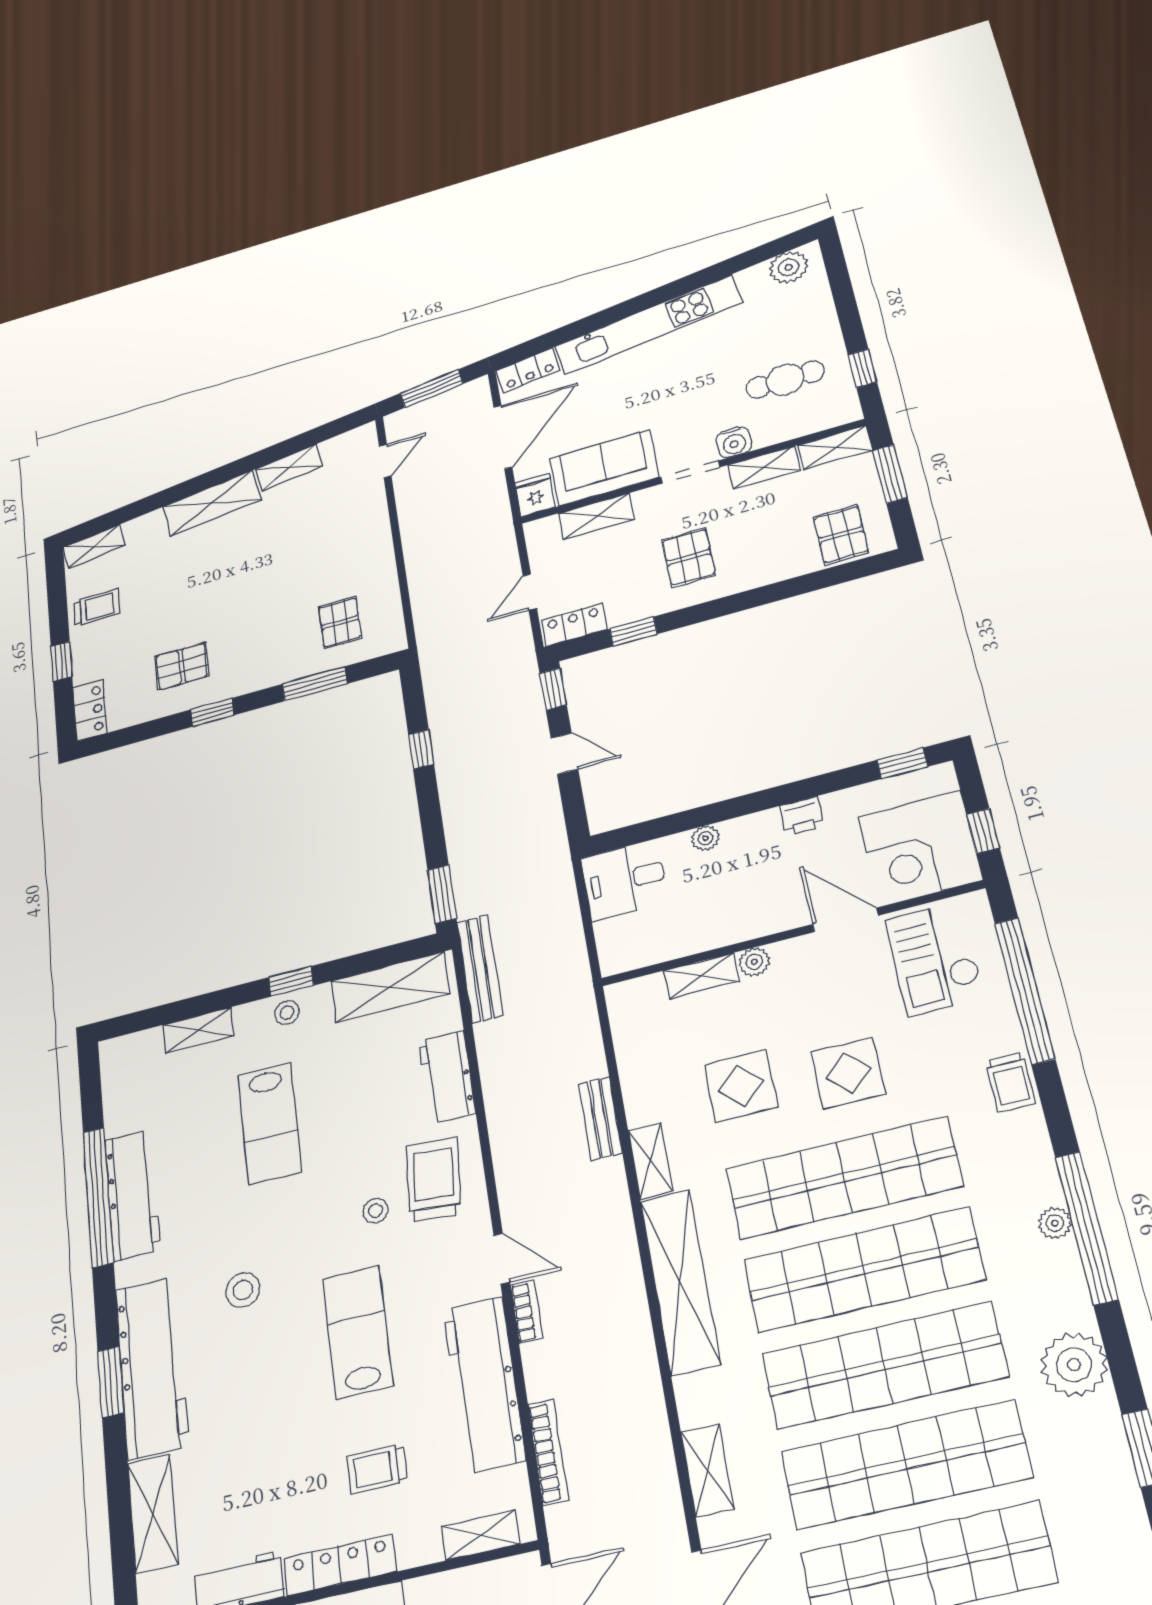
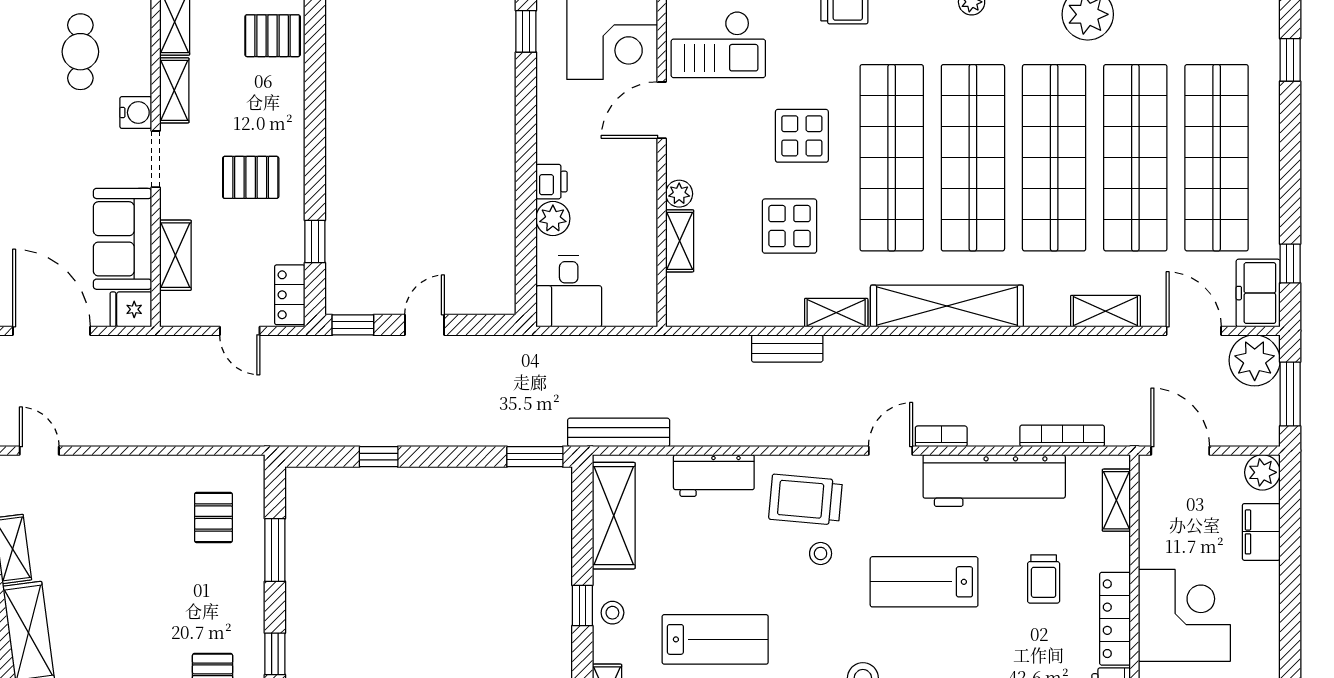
pallet: (340, 622) -> (213, 517), turned 90
printer: (802, 816) -> (552, 182), moved
plant: (705, 838) -> (553, 219), width x1.38, depth x1.38

